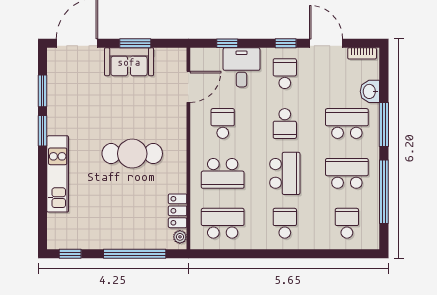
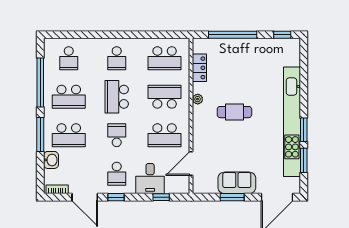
school desk: (223, 124) -> (165, 135), width x1.85
cafe table: (132, 154) -> (234, 112), width x0.73, depth x0.74
kitchen unit: (58, 174) -> (292, 122), width x1.86
plant: (180, 237) -> (198, 99), moved

